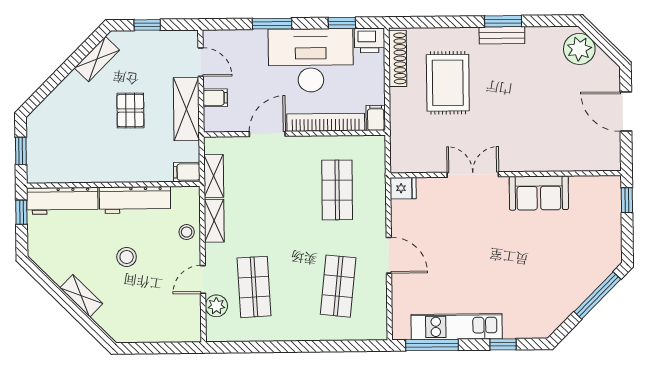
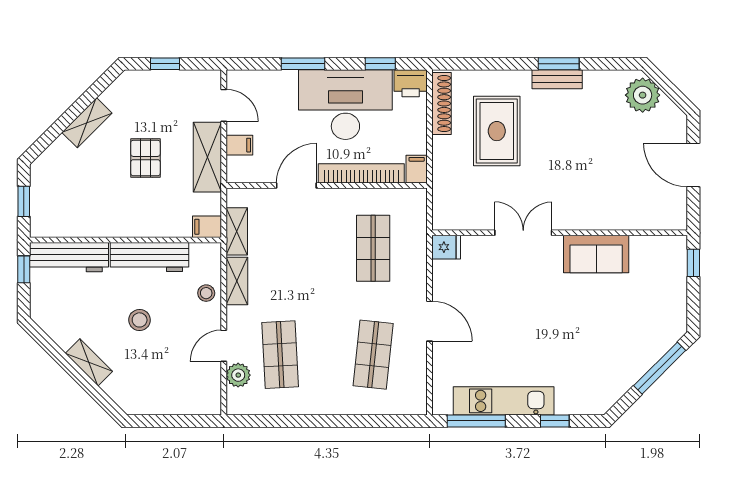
shelving: (97, 59) -> (87, 123), moved

